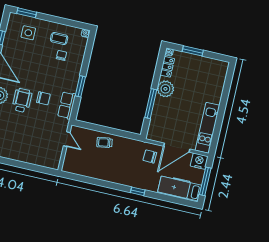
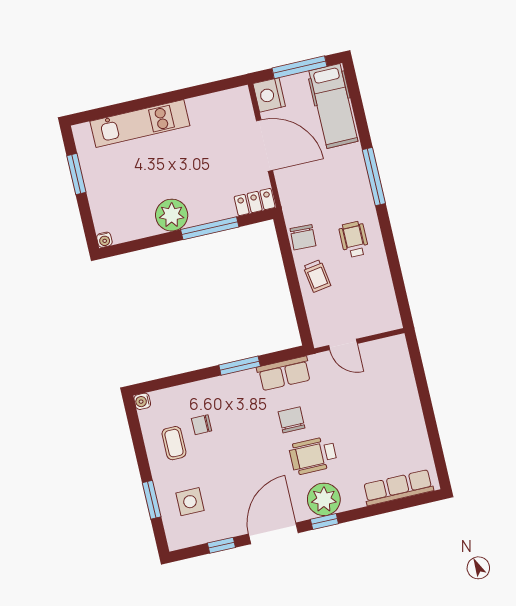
window: (27, 13) -> (152, 500), moved
window: (193, 51) -> (76, 174), moved
locker: (167, 67) -> (255, 202), moved
kitchen unit: (207, 128) -> (140, 124), moved
door: (67, 139) -> (343, 345), swing flipped
chair: (150, 156) -> (303, 237), moved
wheelchair: (113, 168) -> (354, 239), added
window: (138, 191) -> (374, 177), width x2.17

